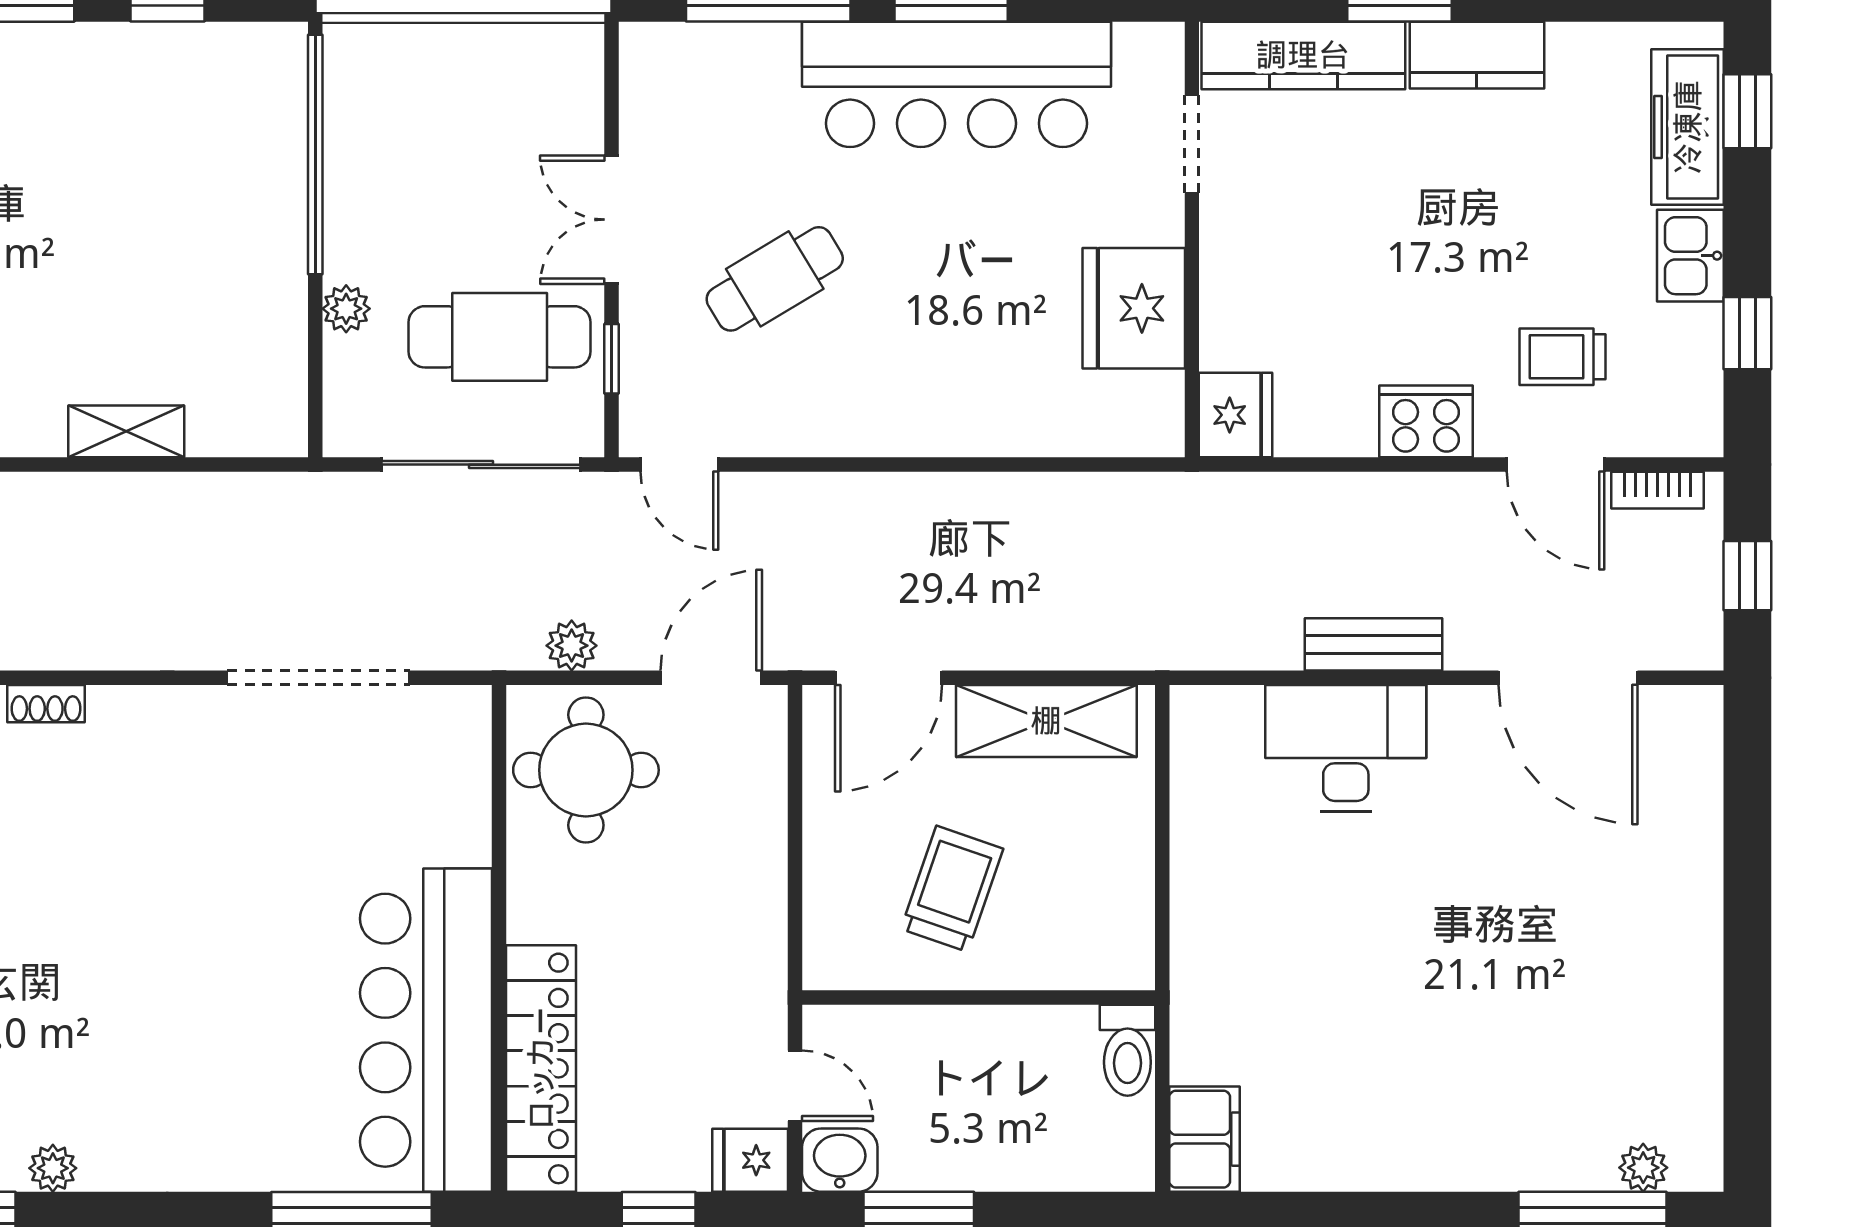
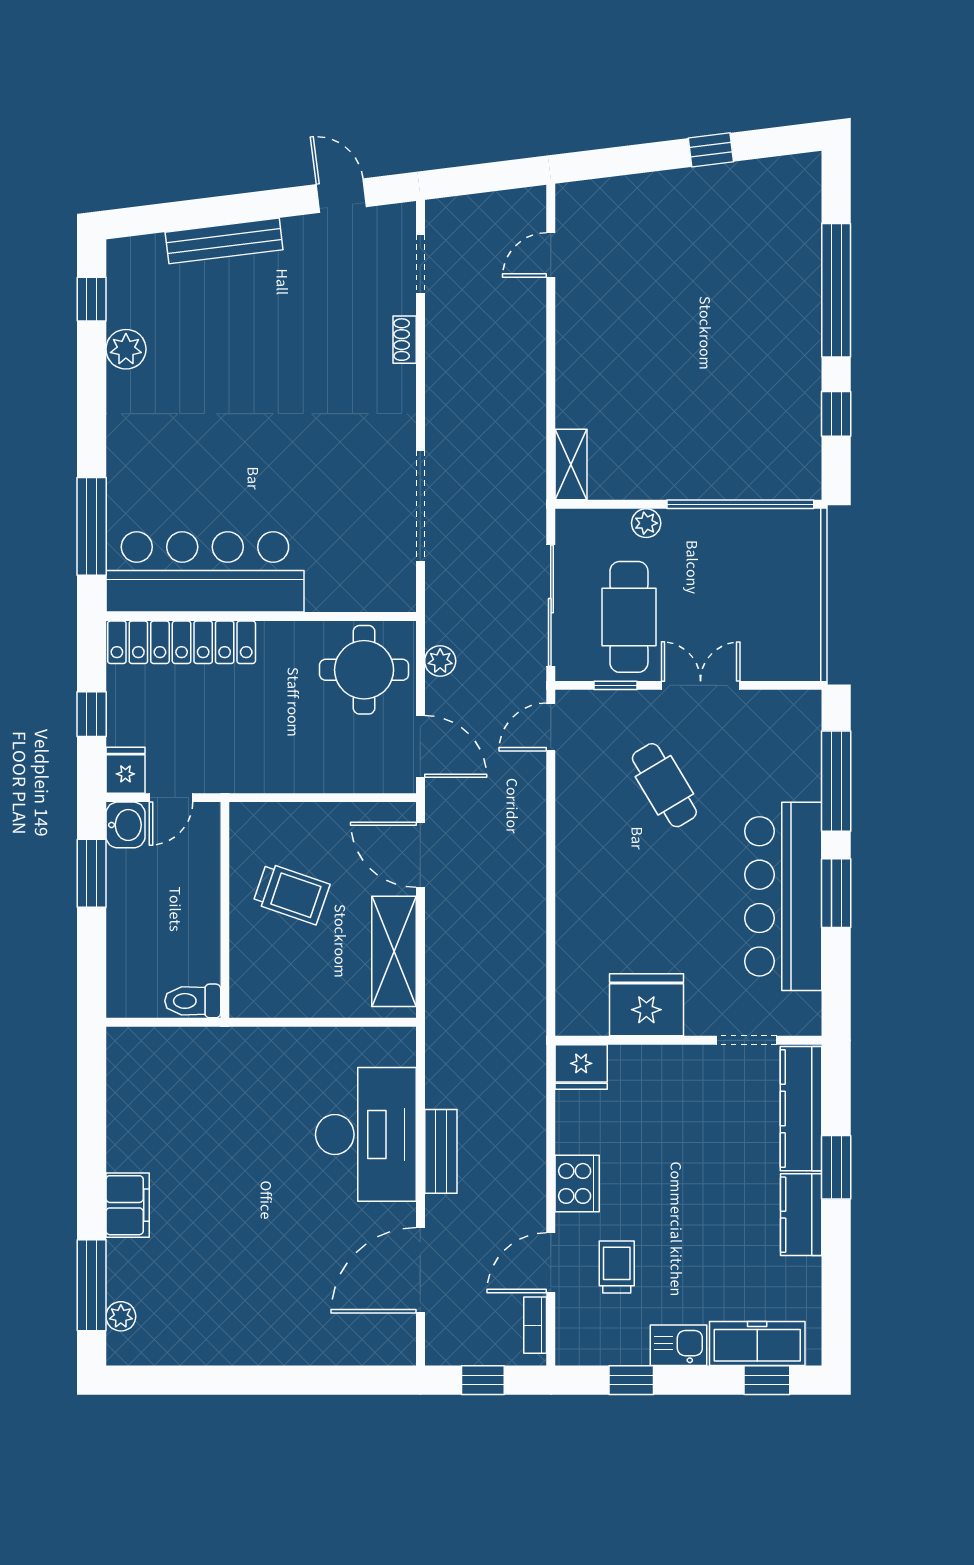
shelving: (126, 431) -> (571, 465), moved
desk: (1346, 748) -> (366, 1134), width x1.36, depth x1.30
filing cabinet: (1205, 1139) -> (128, 1205), moved, turned -90
plant: (53, 1168) -> (126, 349), width x1.38, depth x1.38

